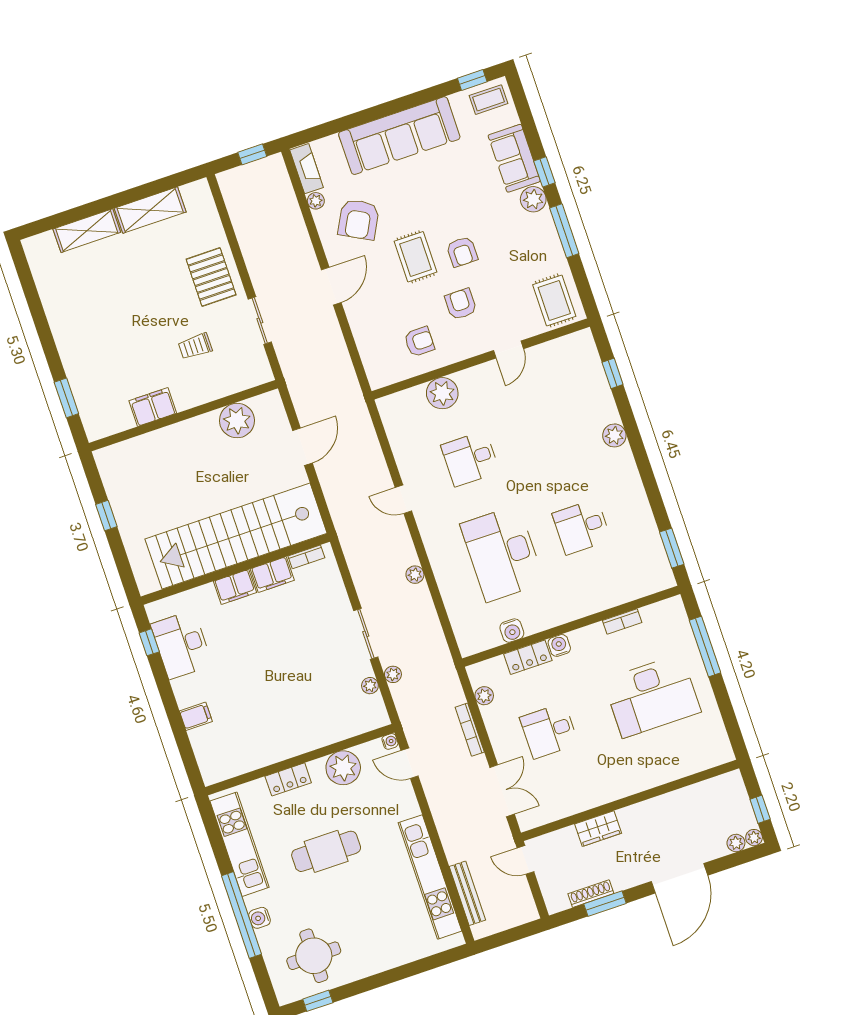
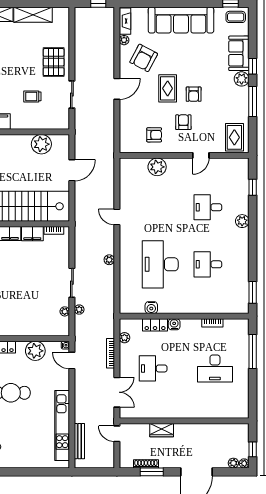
desk: (470, 459) -> (208, 207), moved
desk: (652, 696) -> (215, 368), width x0.73, depth x0.77

